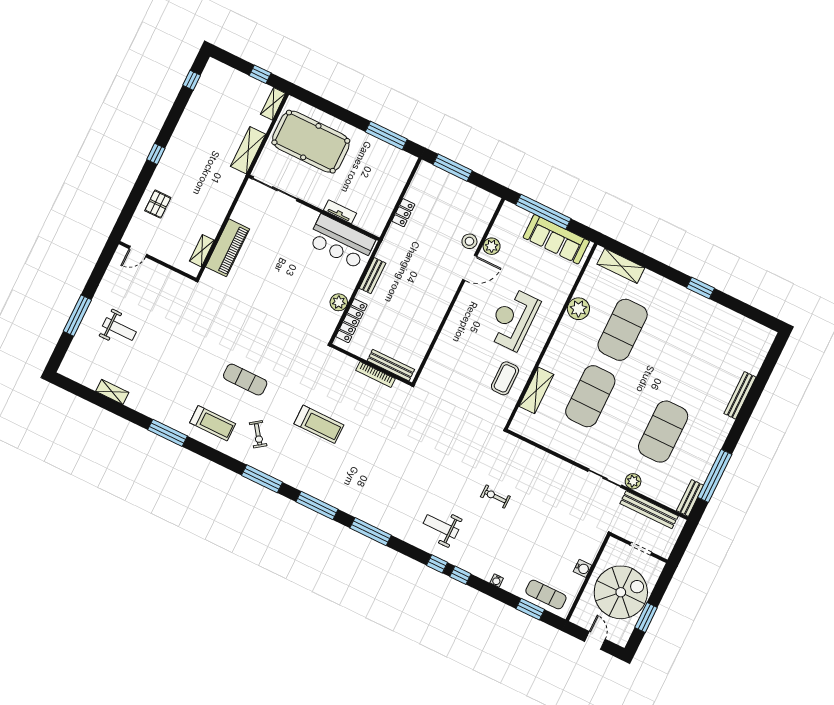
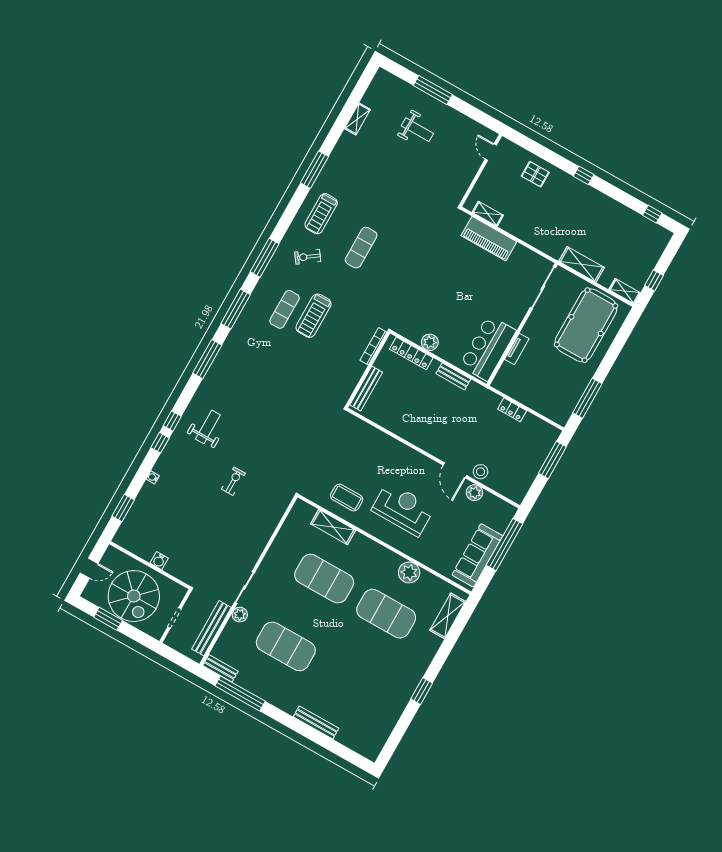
weight bench: (119, 329) -> (417, 130), turned -90
bookcase: (375, 374) -> (373, 346), moved
exercise mat: (546, 595) -> (285, 309), moved

